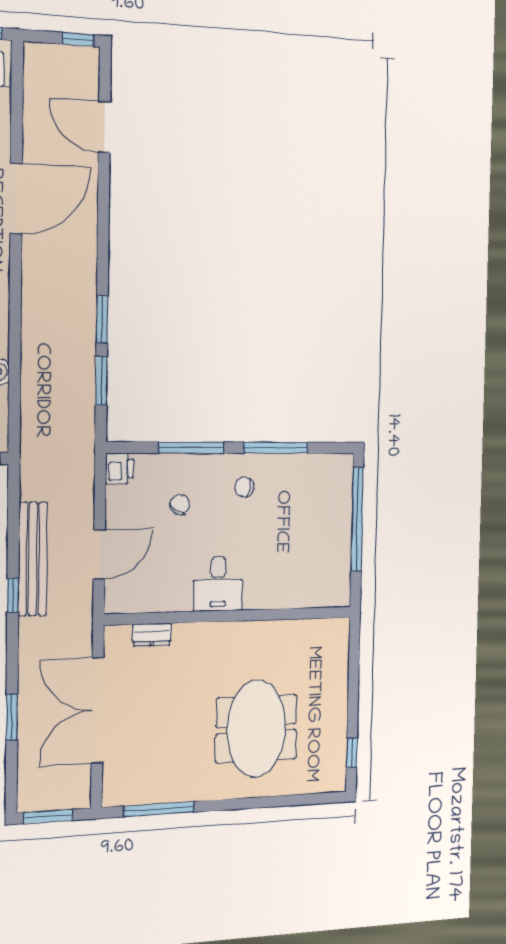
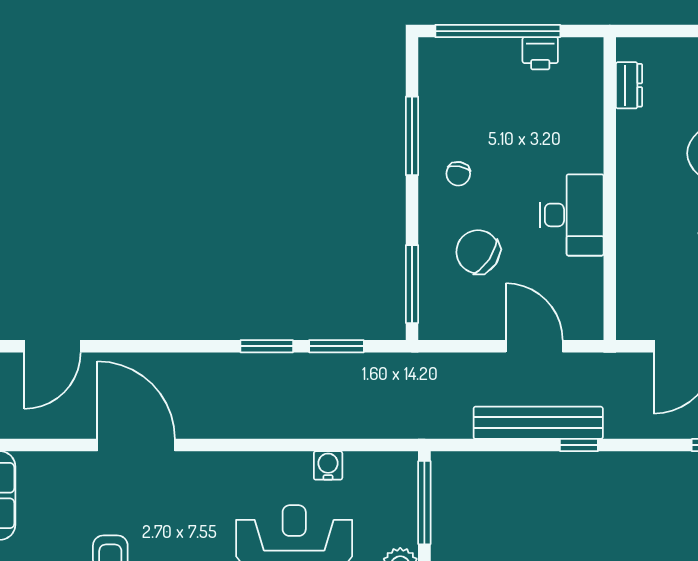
window: (191, 448) -> (412, 284), moved
printer: (119, 468) -> (540, 53), moved, turned 180
chair: (180, 505) -> (478, 252), width x1.87, depth x1.87
desk: (218, 584) -> (572, 215), width x1.37
dresser: (152, 635) -> (629, 85), moved

